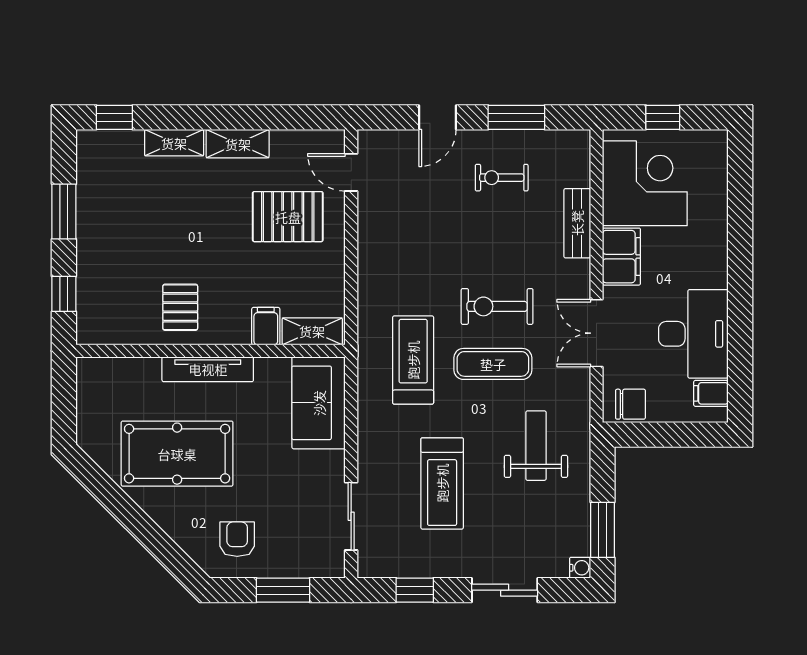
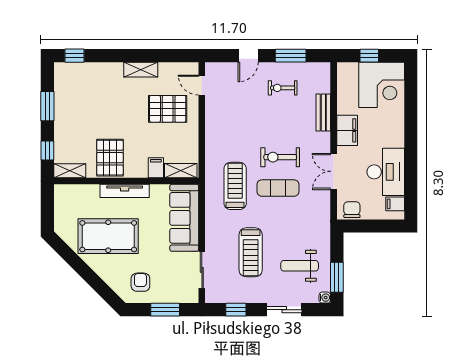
shelving: (174, 143) -> (70, 171), moved
corner desk: (645, 183) -> (382, 85), moved, turned 90
pallet: (180, 307) -> (110, 158), width x1.50, depth x1.42
sofa: (319, 403) -> (184, 218), width x1.36
chair: (631, 404) -> (352, 210), turned -90
weight bench: (536, 446) -> (300, 266), moved, turned -90

